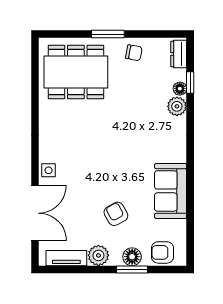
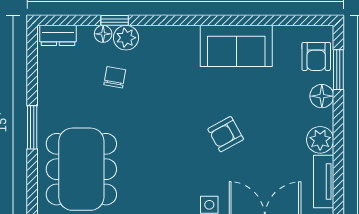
chair: (134, 53) -> (115, 77), moved
window: (190, 82) -> (115, 20), moved
armchair: (116, 214) -> (226, 134), moved
window: (132, 269) -> (338, 70), moved

